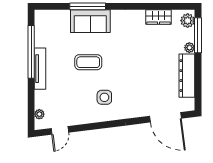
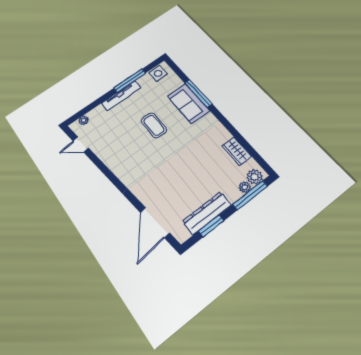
plant: (189, 48) -> (245, 187), moved
window: (31, 52) -> (130, 81), width x0.68
window: (198, 80) -> (211, 226), added
side table: (104, 97) -> (158, 73), moved

